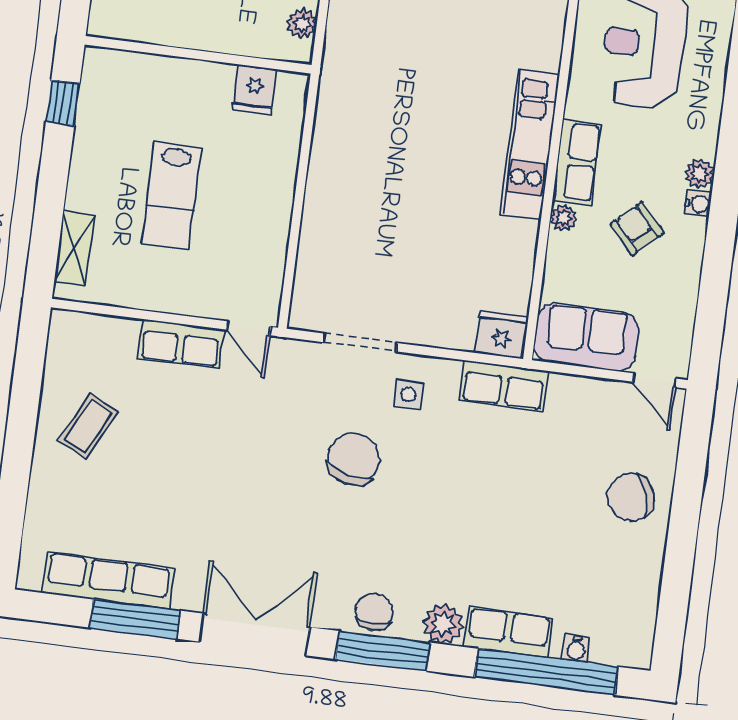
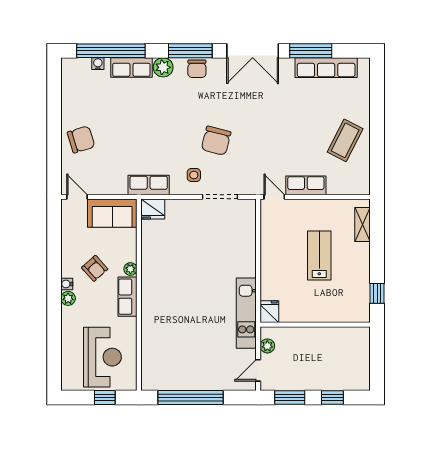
fridge: (255, 89) -> (269, 312), moved
kitchen unit: (530, 144) -> (246, 313), moved, turned 180
coffee table: (88, 426) -> (345, 140), width x1.36, depth x1.30

